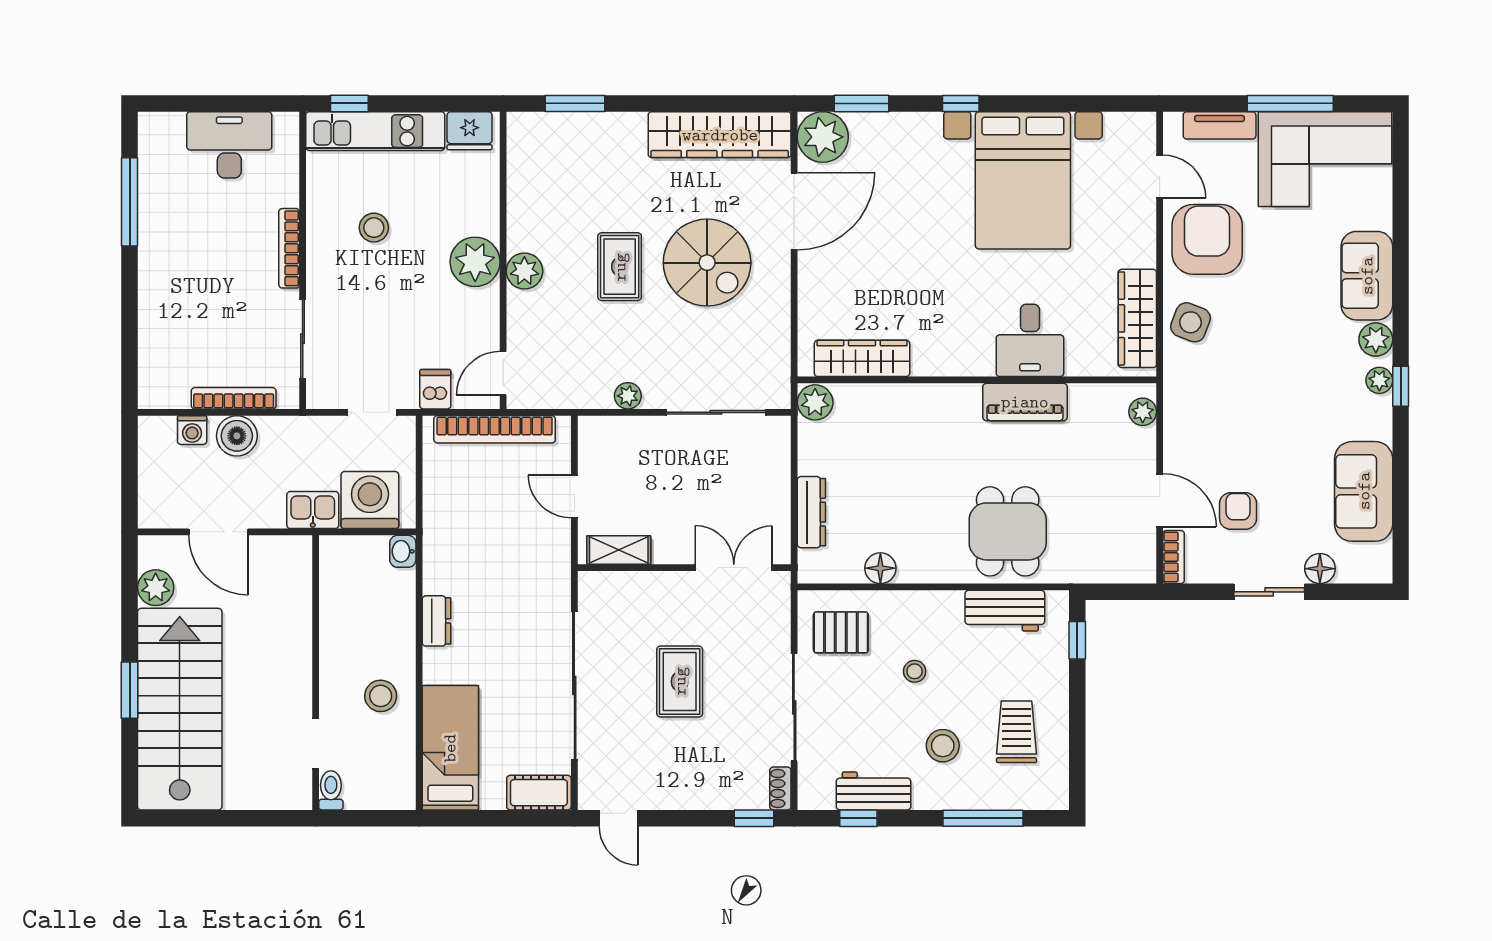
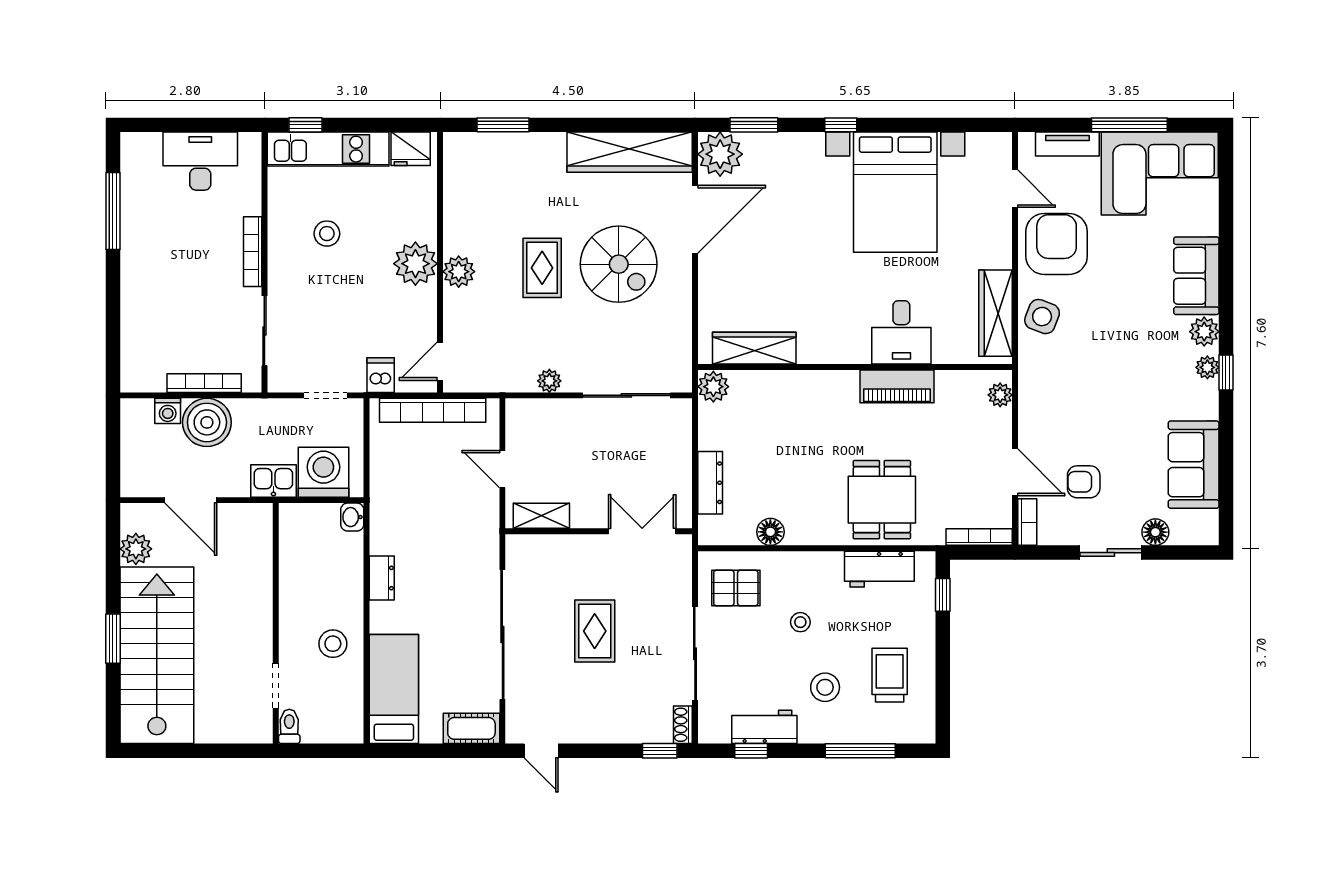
boiler: (237, 436) -> (207, 422), width x1.37, depth x1.37
armchair: (1238, 511) -> (1084, 482), turned -90
bookcase: (1119, 574) -> (979, 537), added

